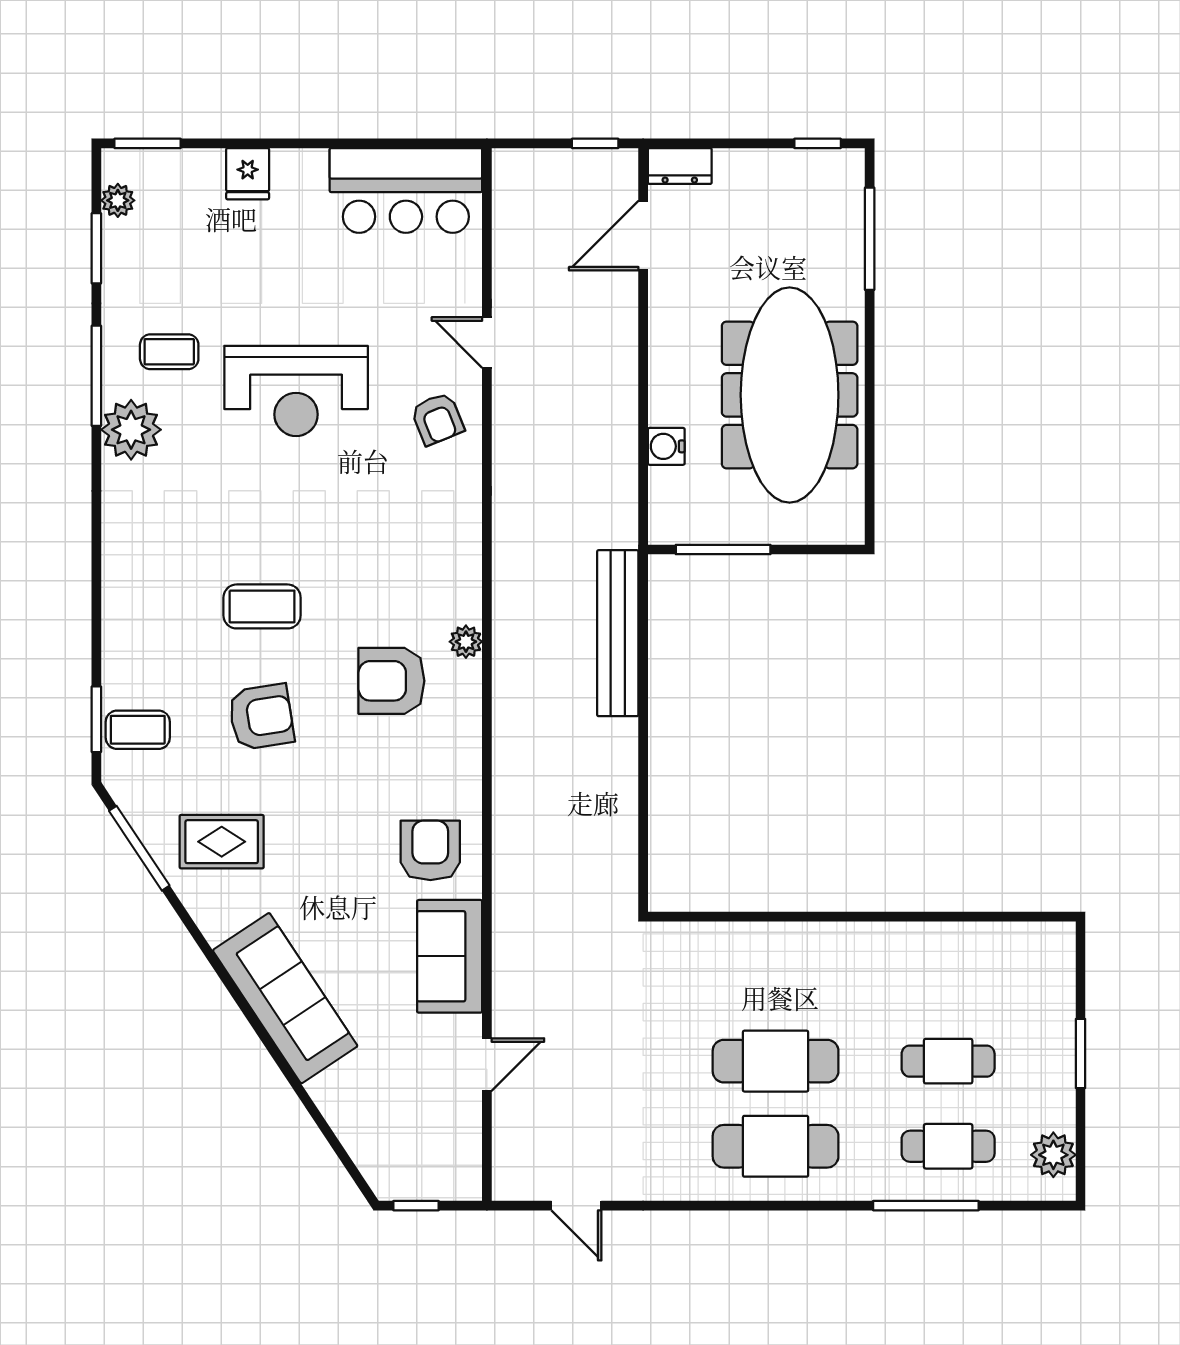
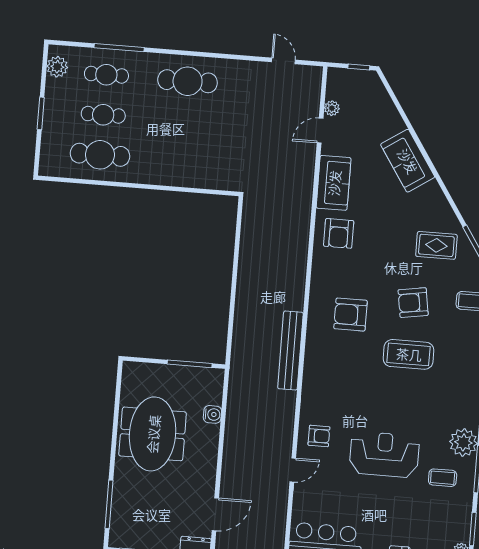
door: (487, 343) -> (293, 470), hinge flipped
meeting table: (790, 395) -> (153, 434), width x0.73
armchair: (438, 419) -> (319, 436), turned 112
coffee table: (262, 606) -> (409, 354), width x1.36, depth x1.32
bench: (618, 633) -> (290, 350), moved
plant: (466, 642) -> (332, 108), moved
armchair: (391, 681) -> (351, 315), turned 180
sofa: (285, 998) -> (408, 161), width x0.73
cafe table: (776, 1061) -> (100, 155), moved

